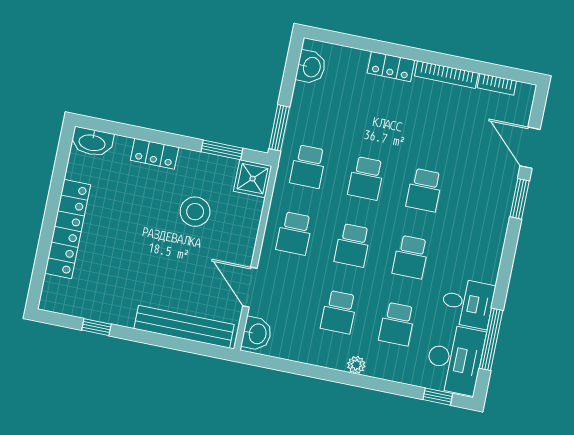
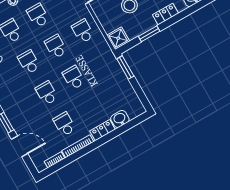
washbasin: (311, 67) -> (120, 119), moved, turned 90
window: (222, 150) -> (149, 34), moved
school desk: (308, 166) -> (64, 124), moved

